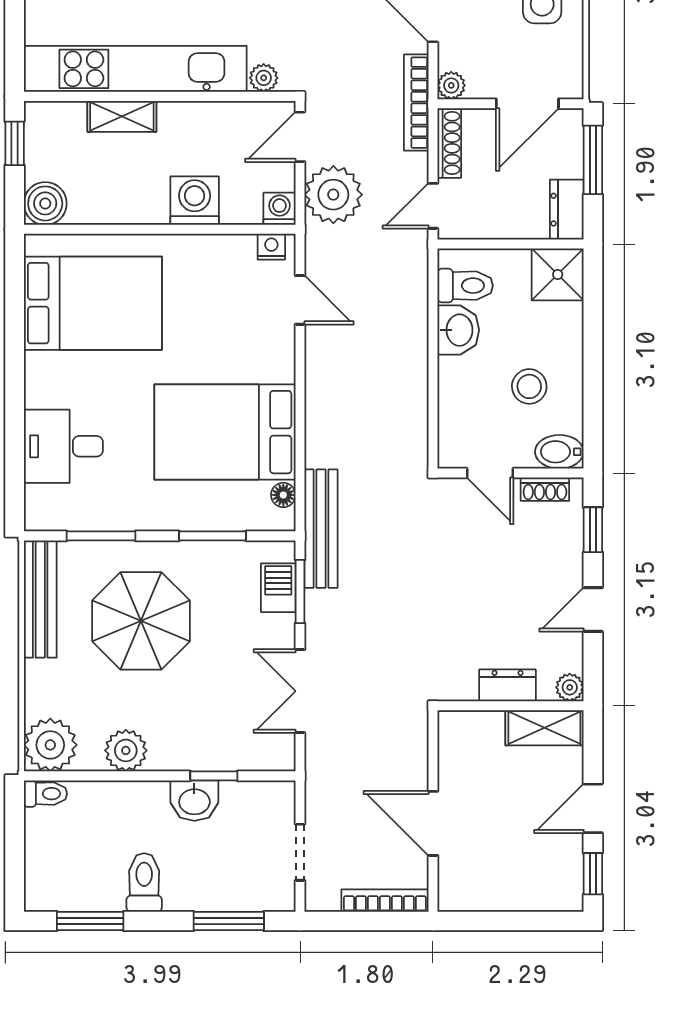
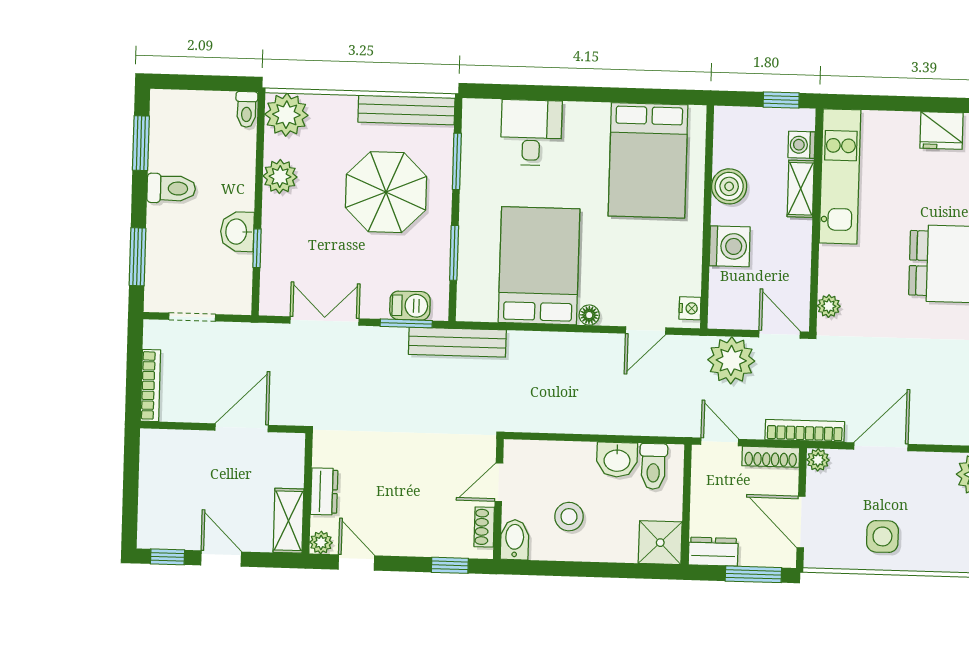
kitchen unit: (135, 69) -> (840, 176), width x0.73
boiler: (45, 203) -> (729, 186), moved
washing machine: (279, 209) -> (801, 145), moved, turned 180
floor lamp: (283, 495) -> (589, 315), moved
door: (593, 610) -> (356, 563), moved
door: (433, 823) -> (242, 428), moved

